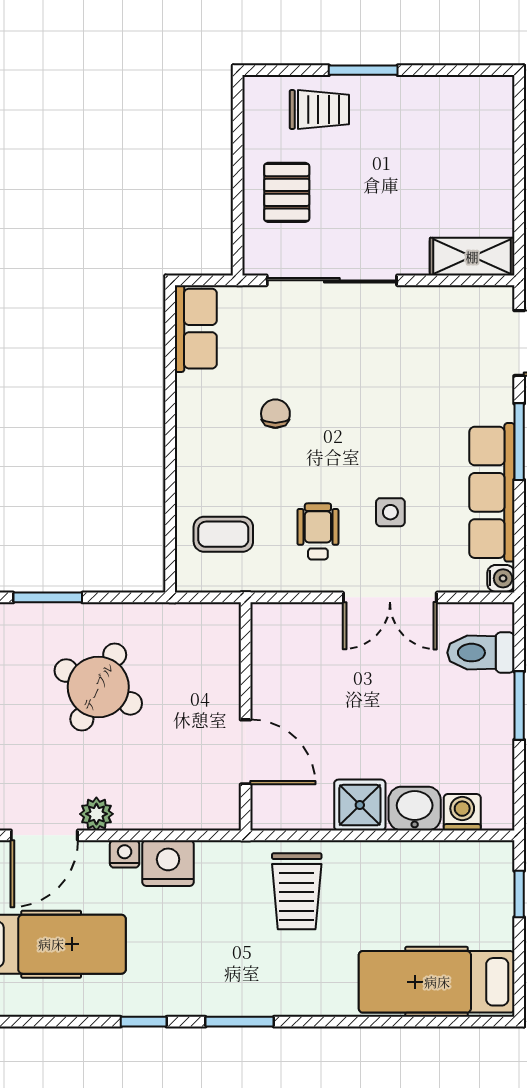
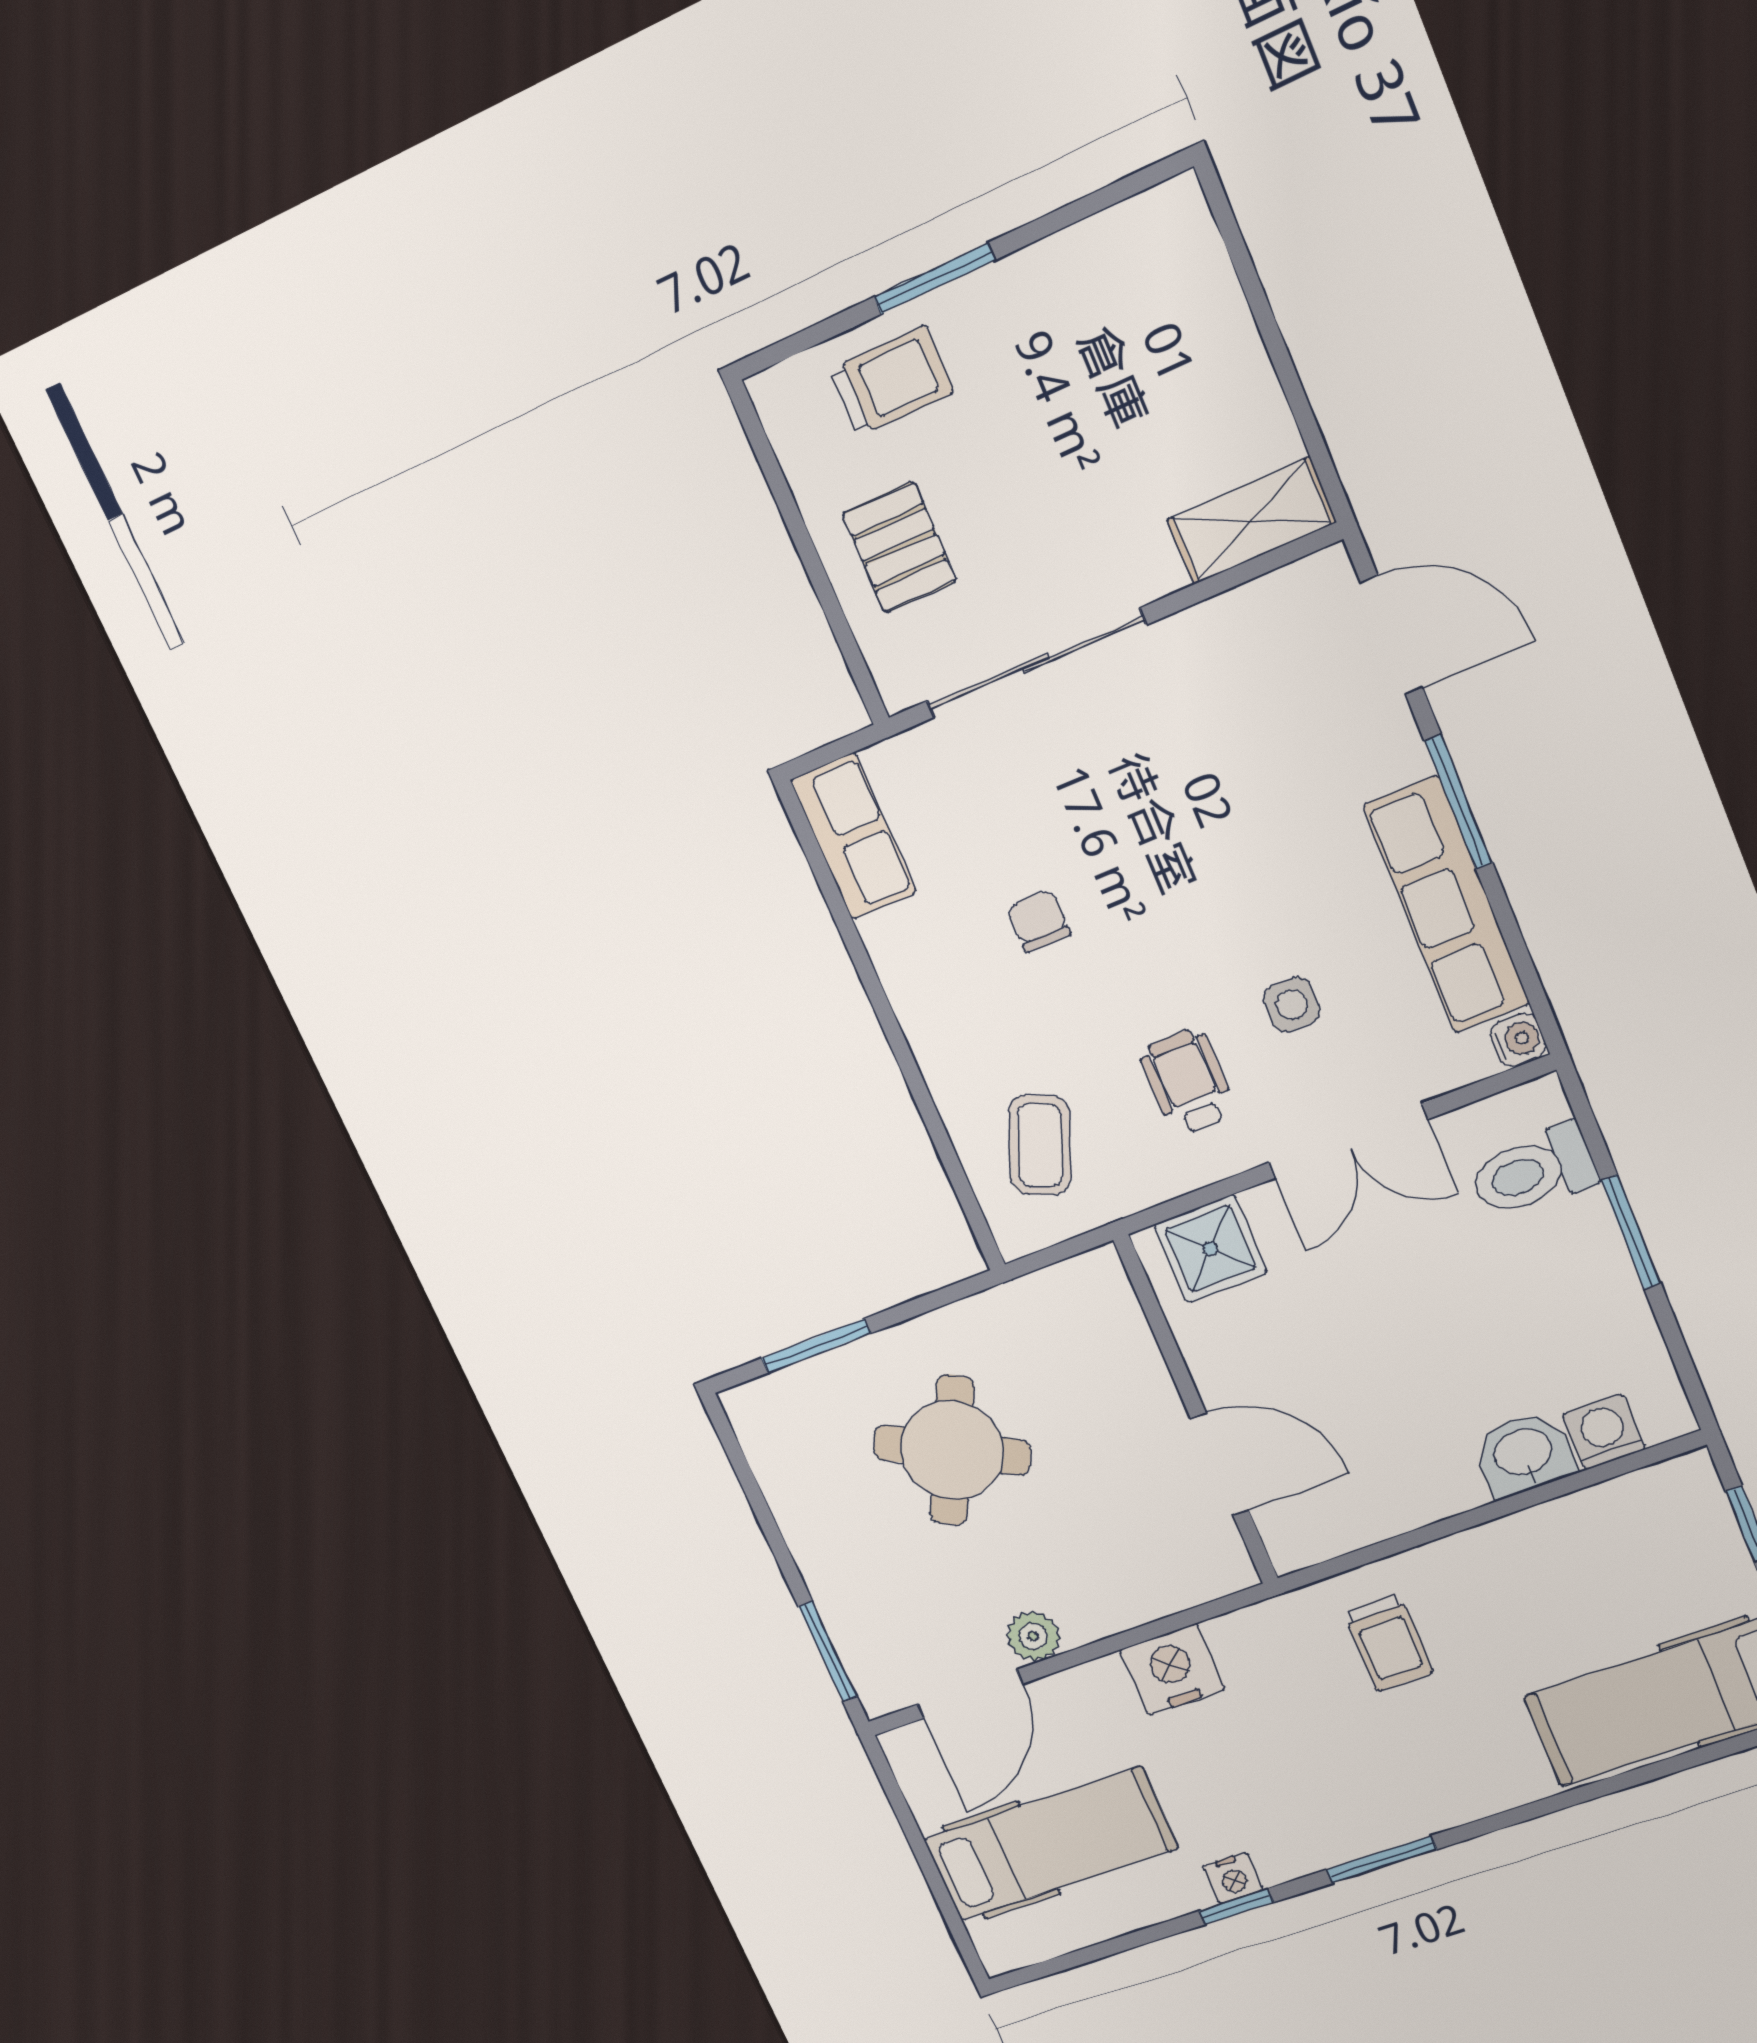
coffee table: (223, 534) -> (1040, 1145), turned -68
shower: (360, 805) -> (1210, 1249), moved
nightstand: (125, 854) -> (1233, 1878), moved, turned 180
trolley: (297, 891) -> (1388, 1642), width x0.73, depth x0.72

